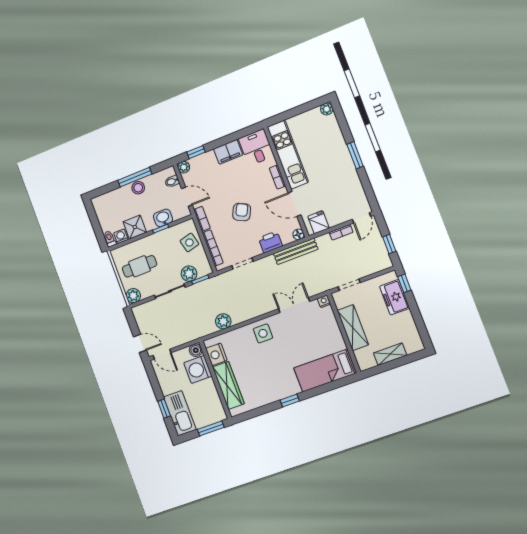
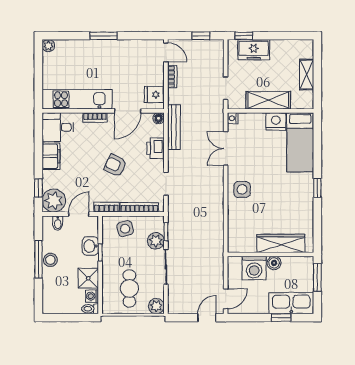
plant: (184, 167) -> (54, 201), width x1.87, depth x1.87
plant: (223, 321) -> (216, 224), removed
boiler: (196, 350) -> (274, 263), moved
nightstand: (216, 354) -> (276, 122), moved, turned 180

